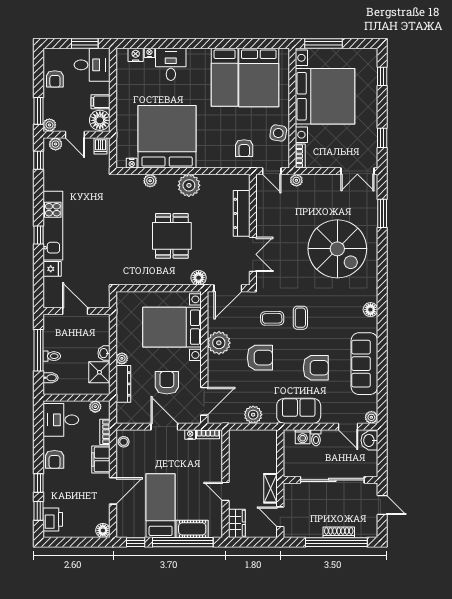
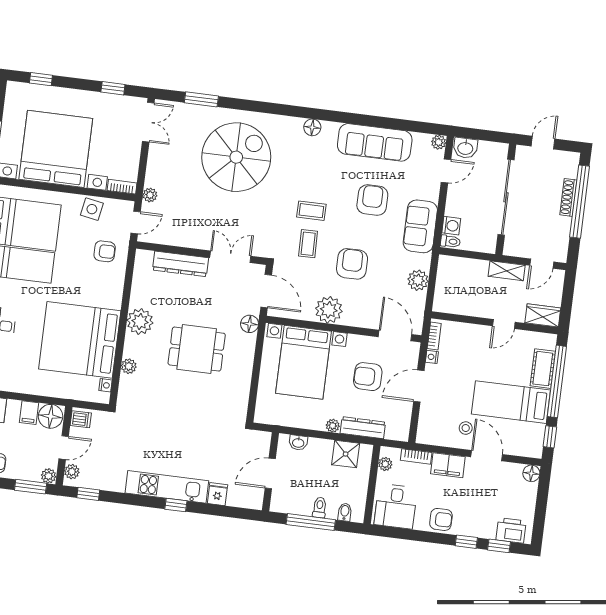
washbasin: (104, 353) -> (298, 443), moved
toilet: (316, 438) -> (450, 241), moved
stool: (124, 442) -> (466, 428), moved

